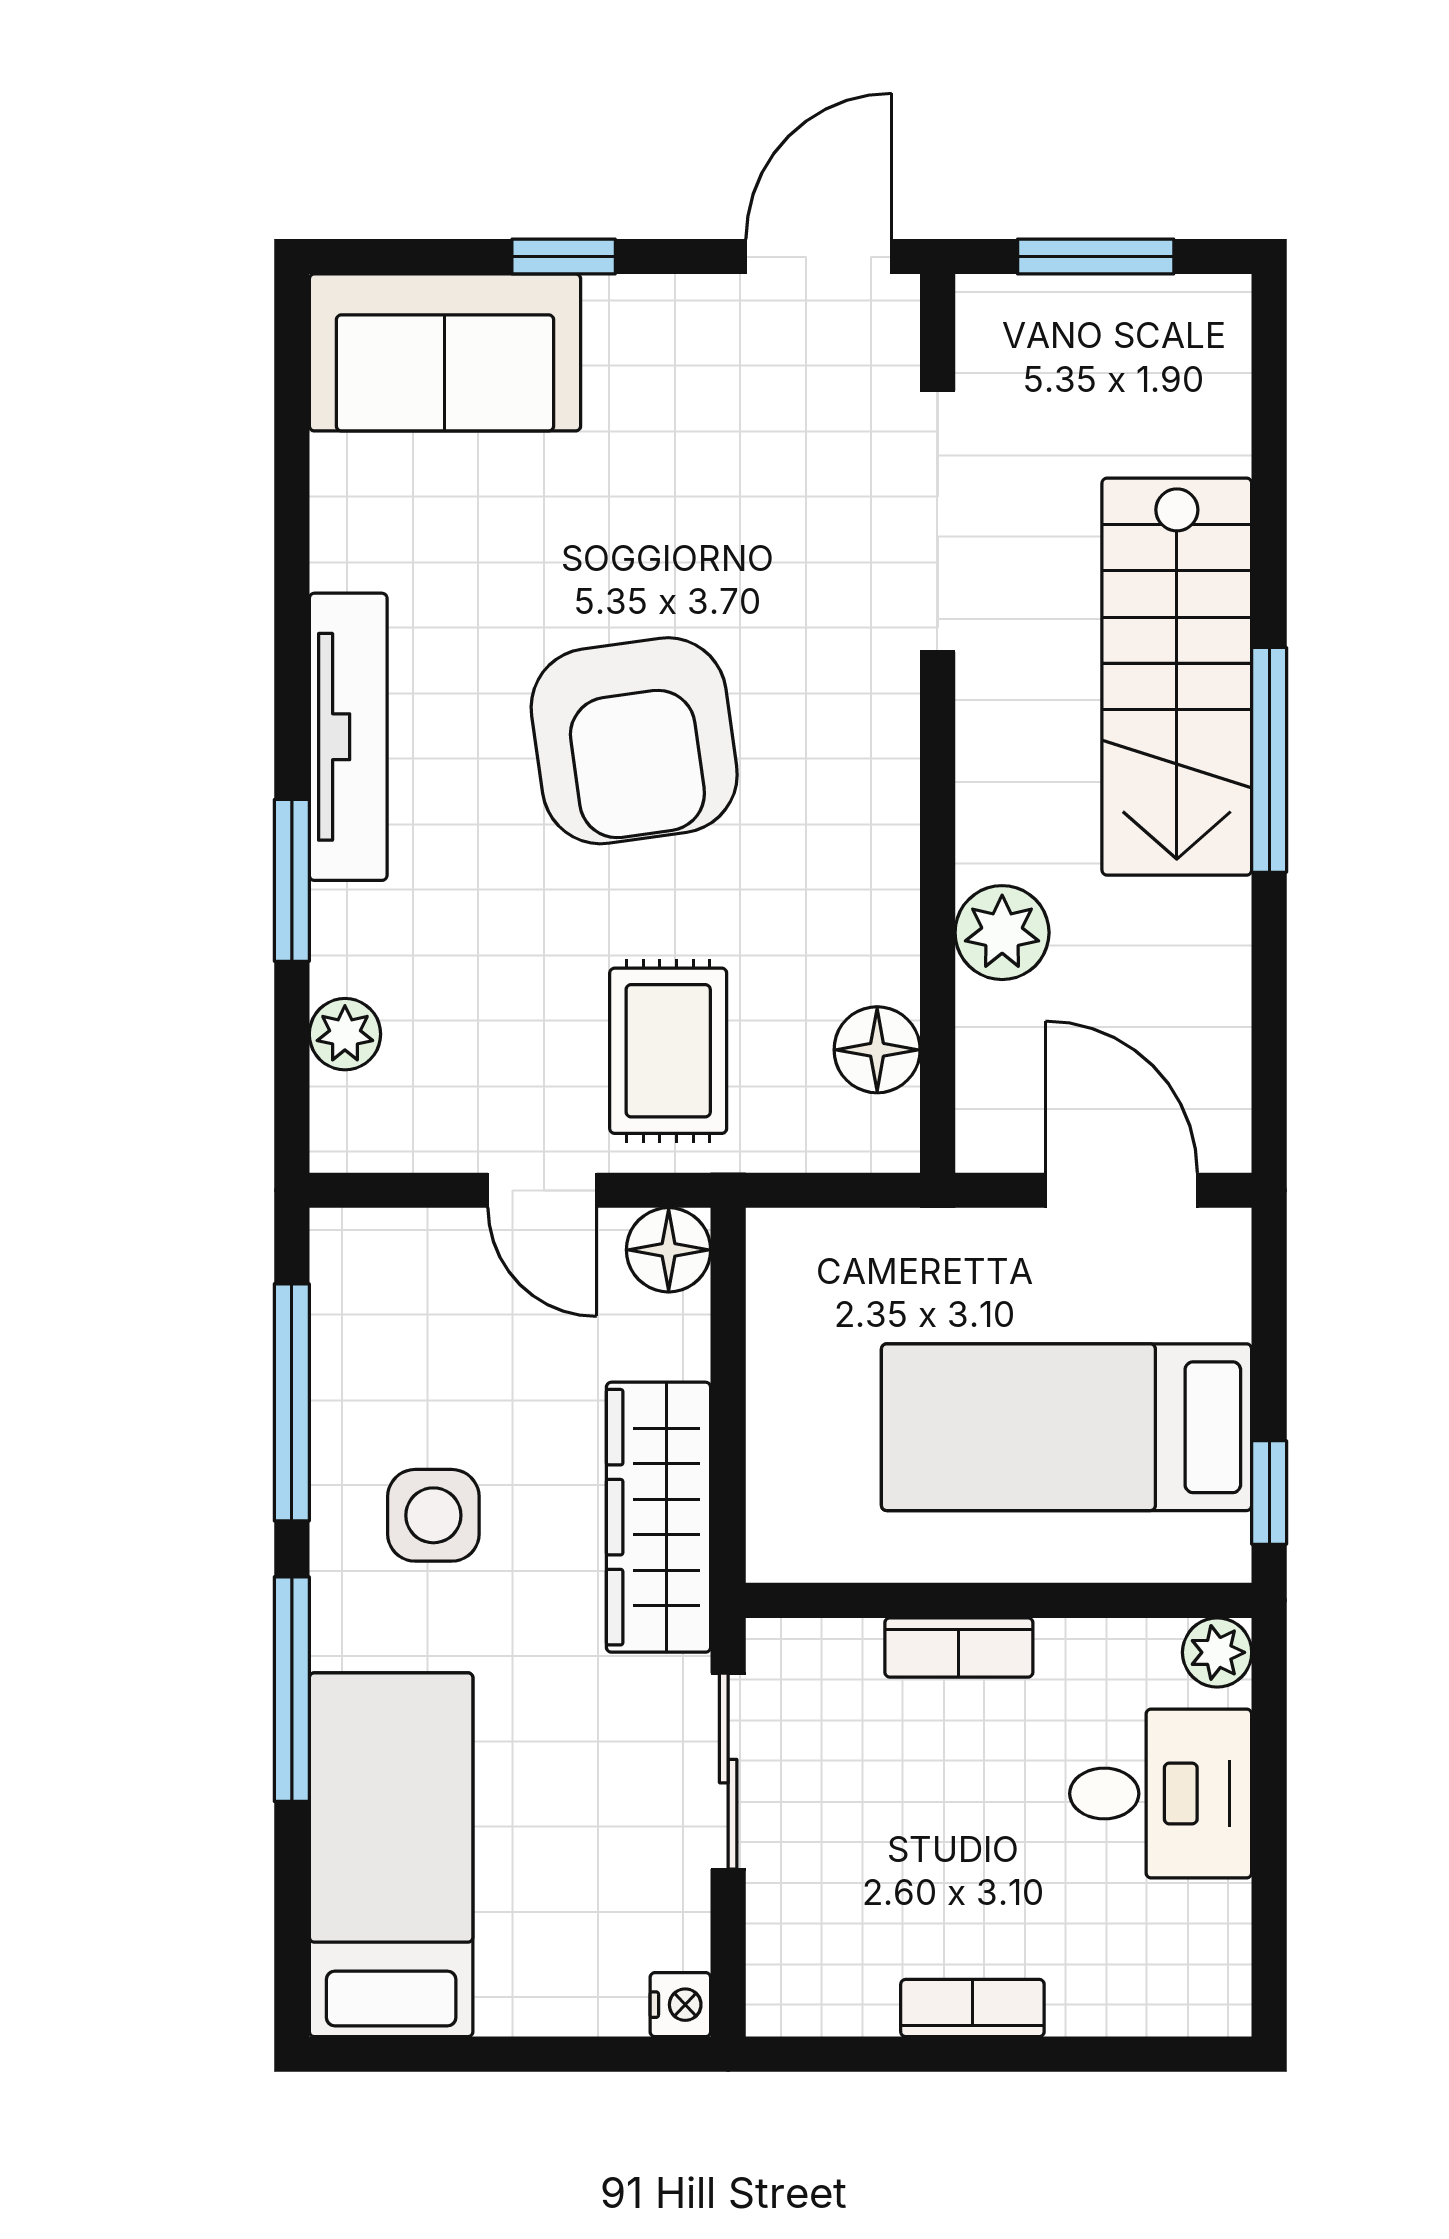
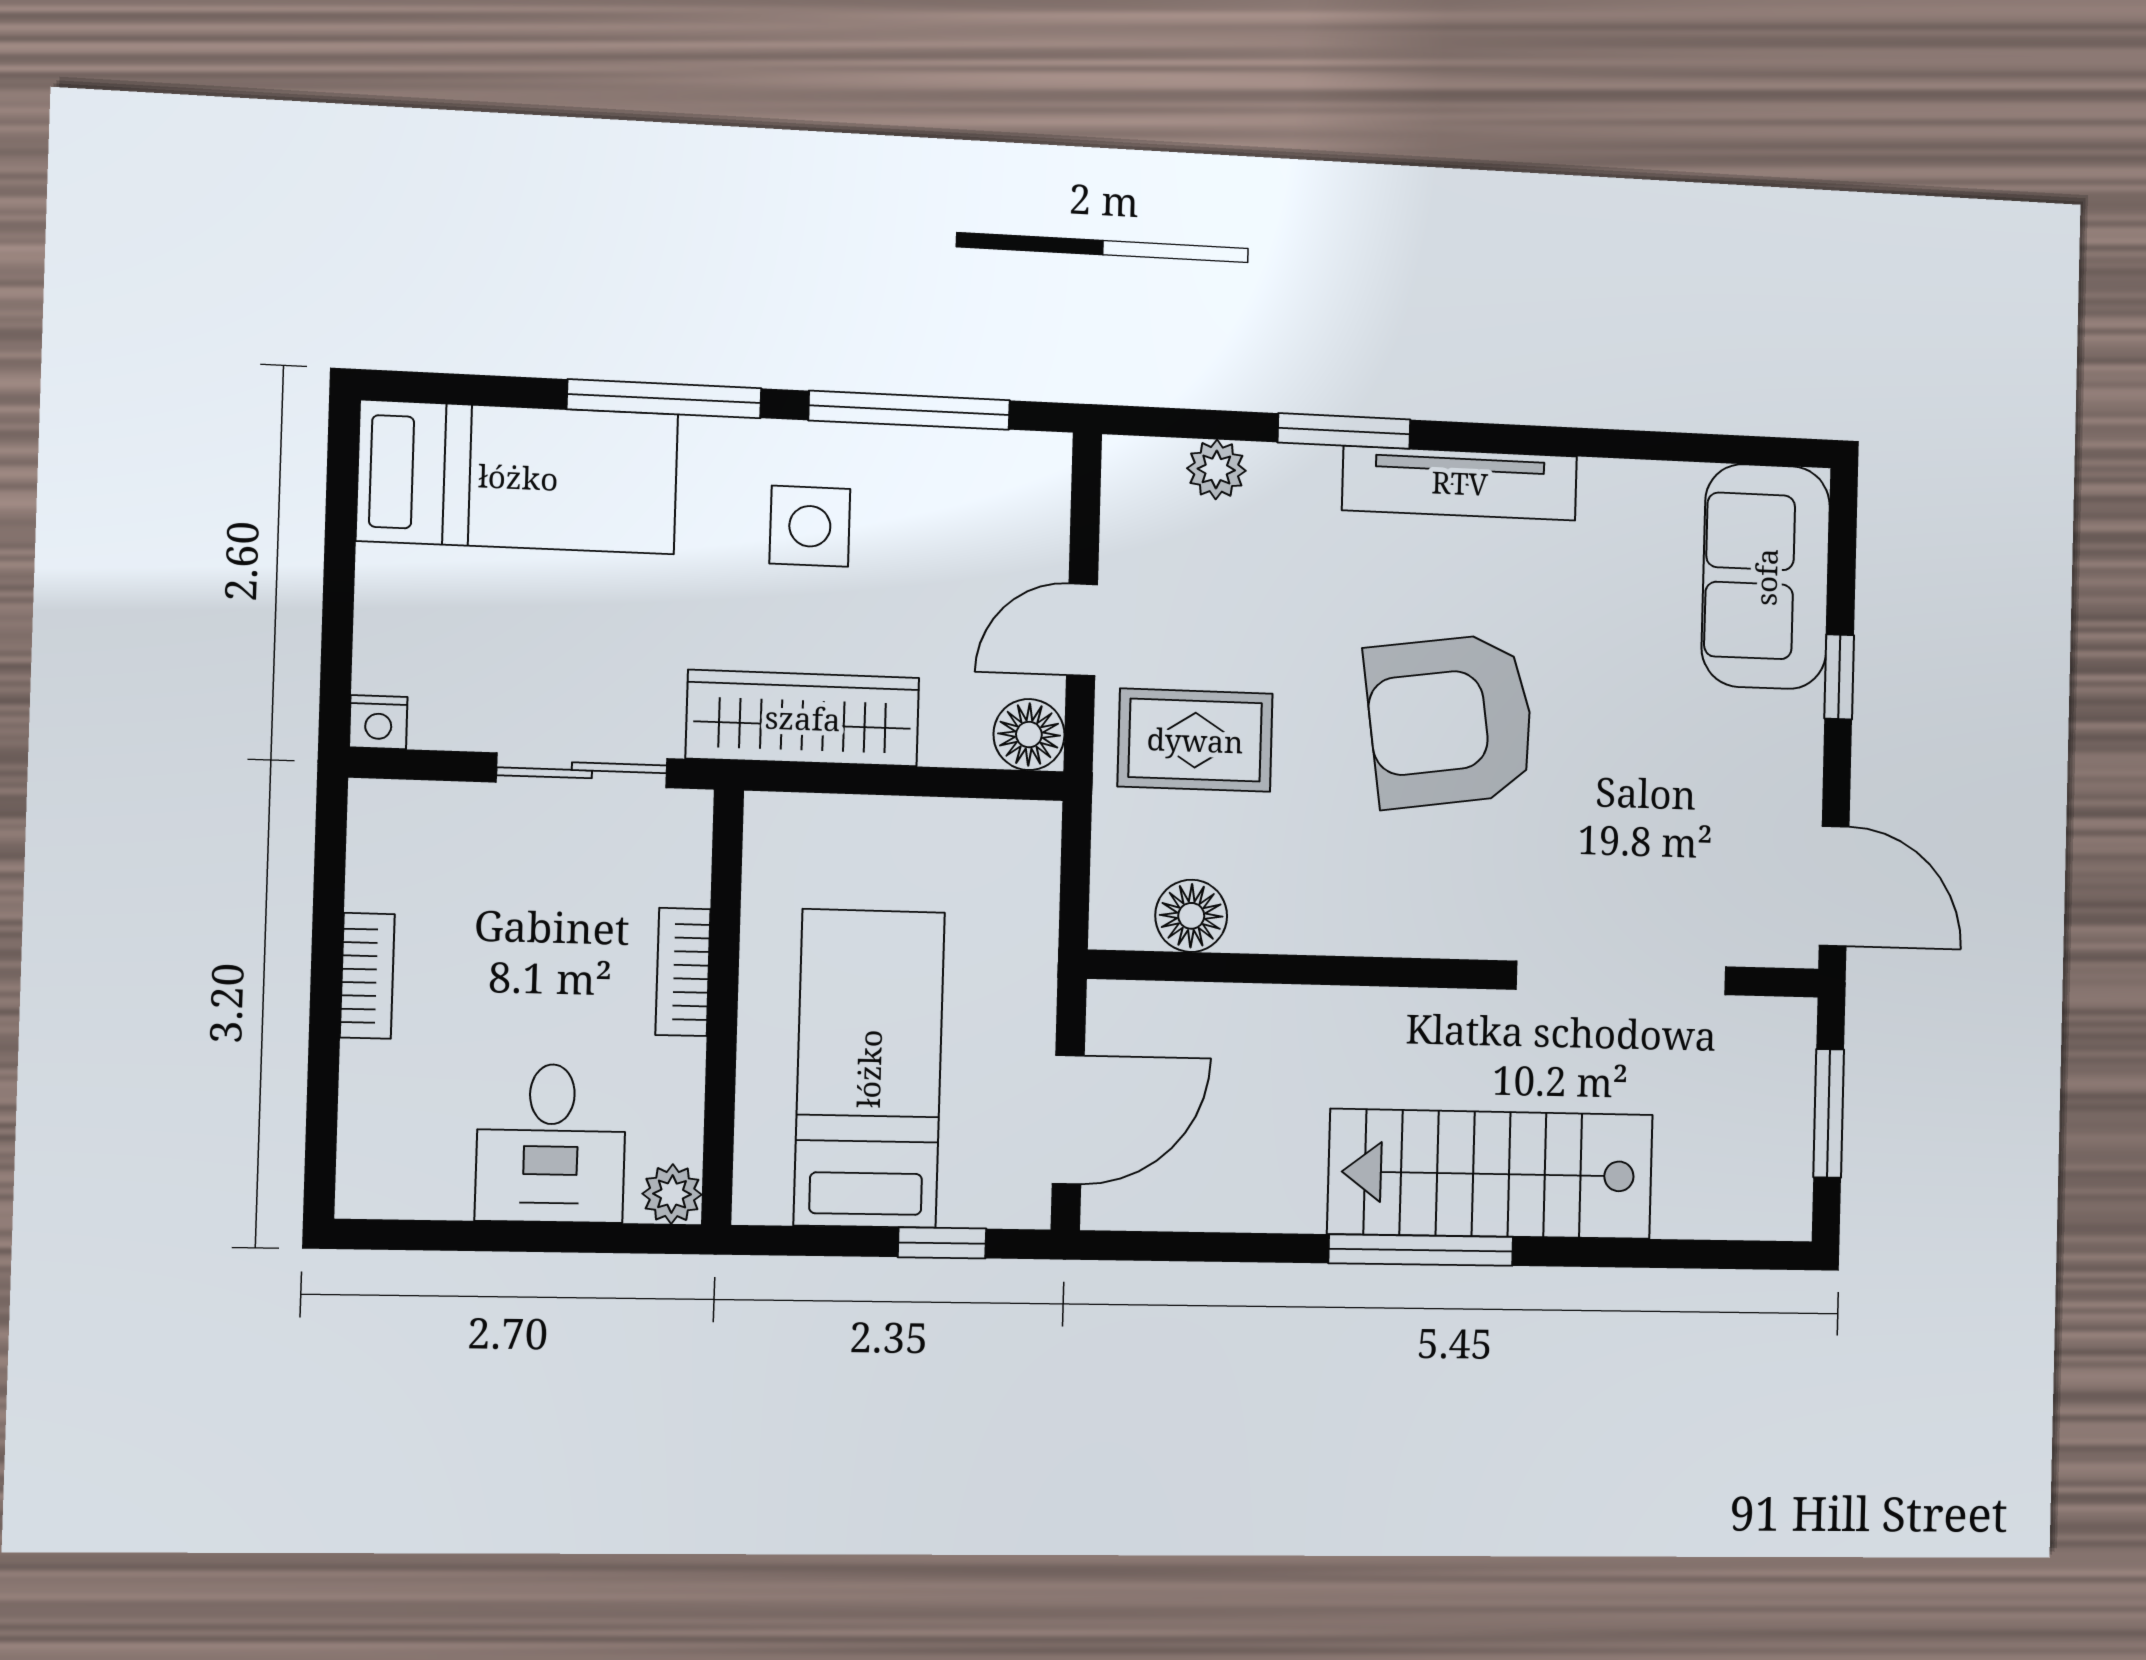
plant: (1002, 933) -> (1285, 1023), removed
window: (1269, 1492) -> (942, 1243), moved

